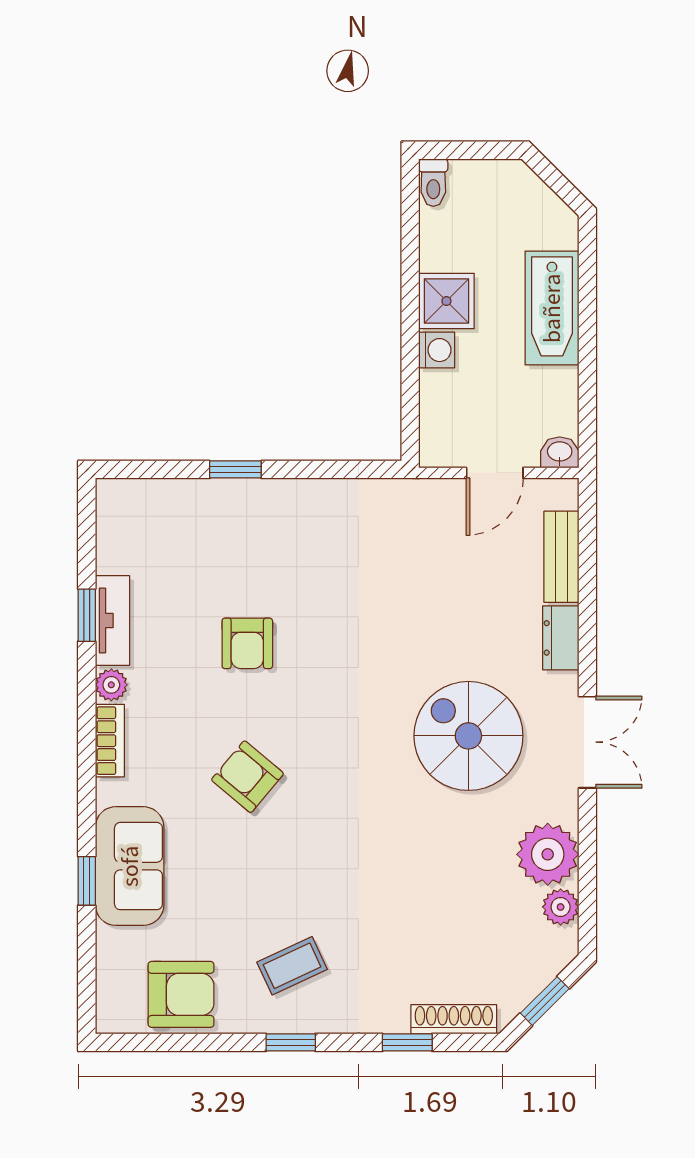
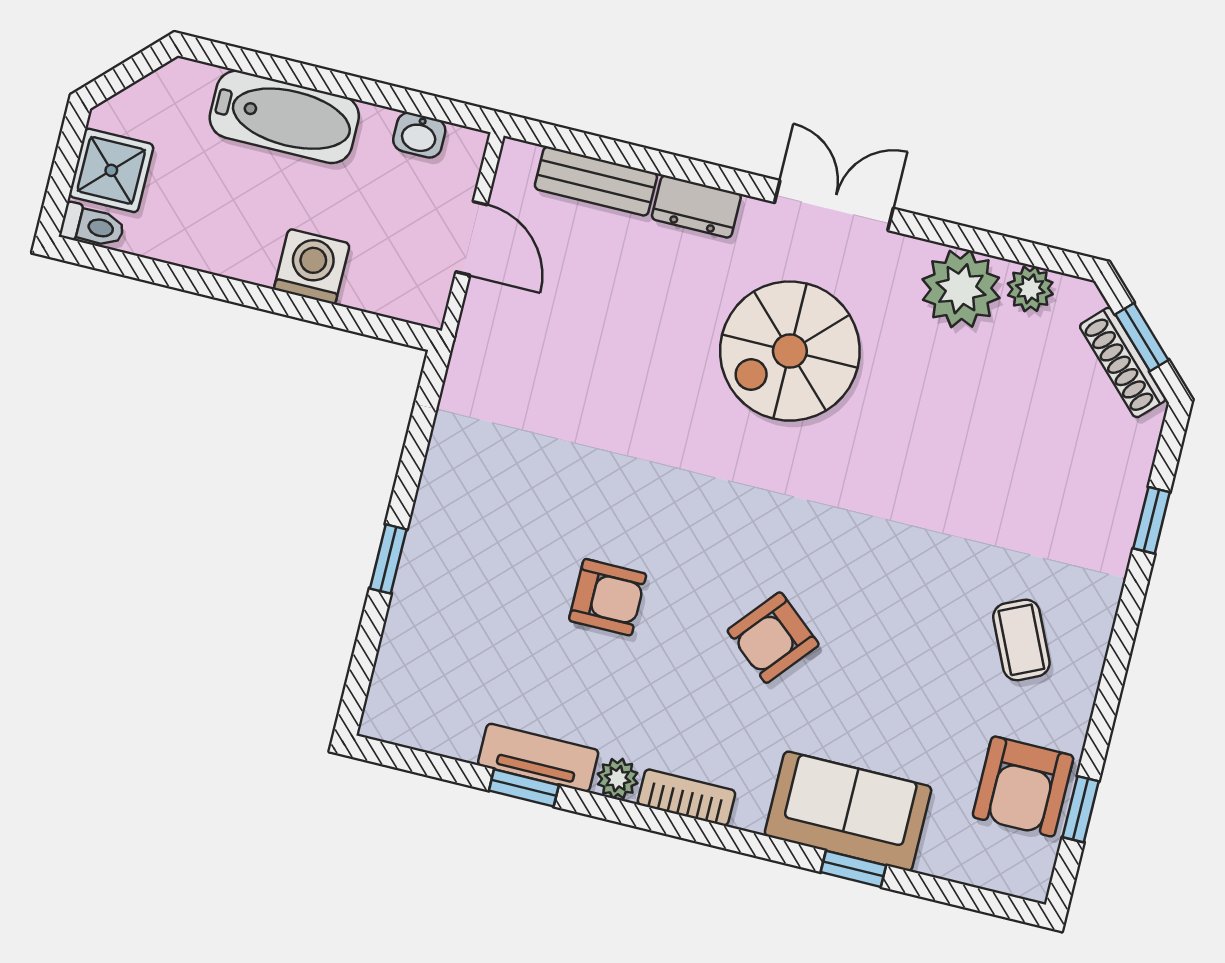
shower: (446, 301) -> (111, 170), moved
washing machine: (437, 350) -> (312, 266), width x1.38, depth x1.38
washbasin: (560, 452) -> (419, 135), moved, turned -90
armchair: (181, 994) -> (1023, 786), turned 180
shoe rack: (454, 1019) -> (1123, 362), moved, turned -45
window: (291, 1042) -> (1081, 809), moved

